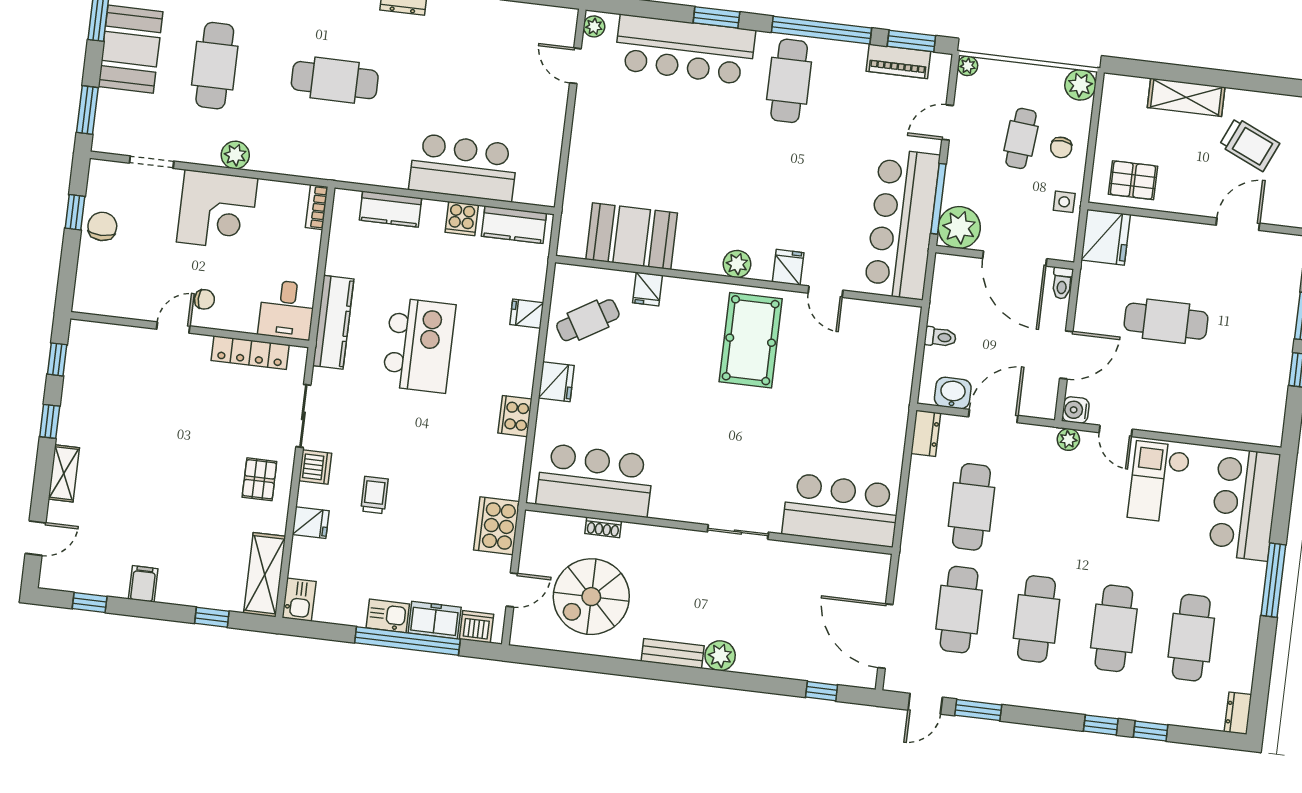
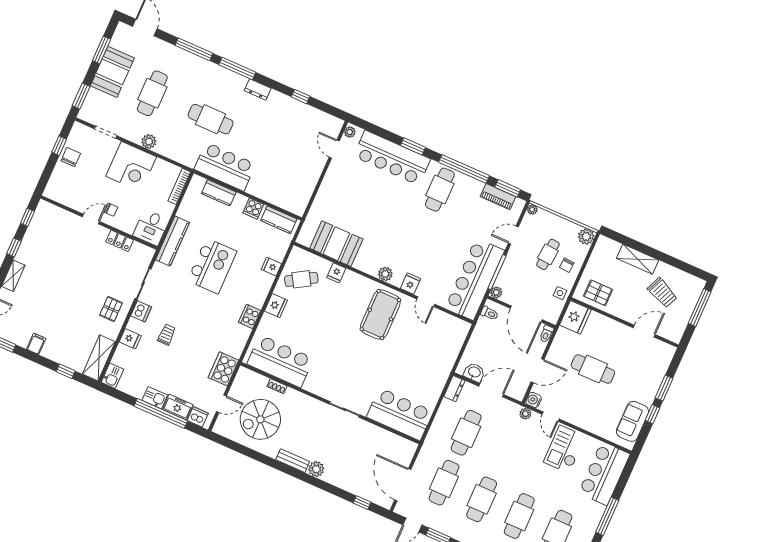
bar counter: (463, 168) -> (225, 167), moved
bookcase: (317, 207) -> (179, 186), width x1.56
plant: (959, 227) -> (496, 292), width x0.53, depth x0.53
toilet: (940, 337) -> (489, 313), moved
locker: (250, 353) -> (120, 241), width x0.66
sofa: (1267, 394) -> (632, 421), added

